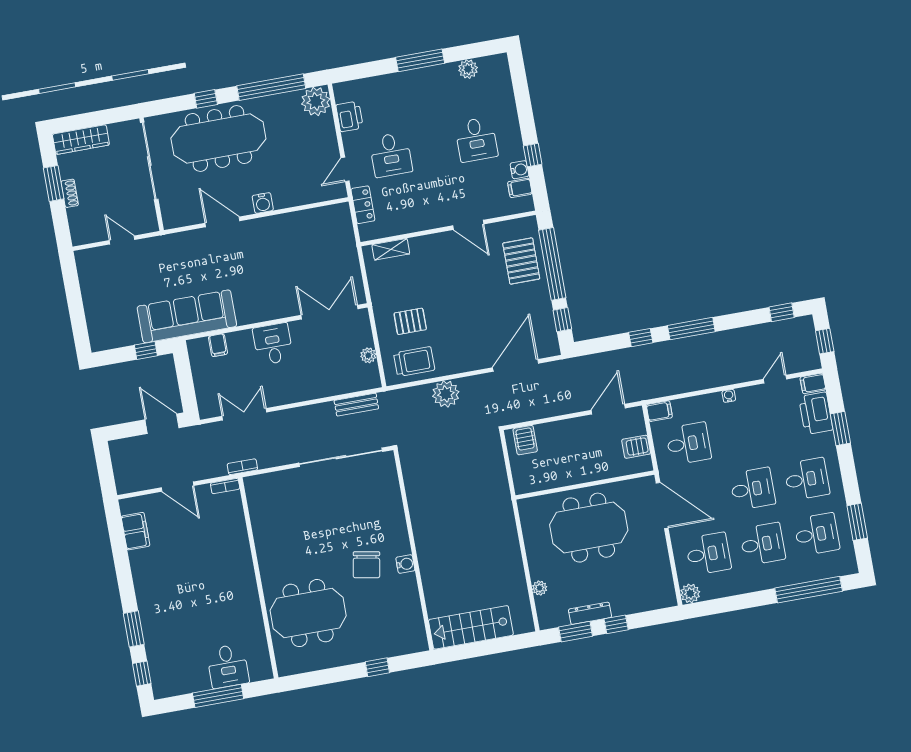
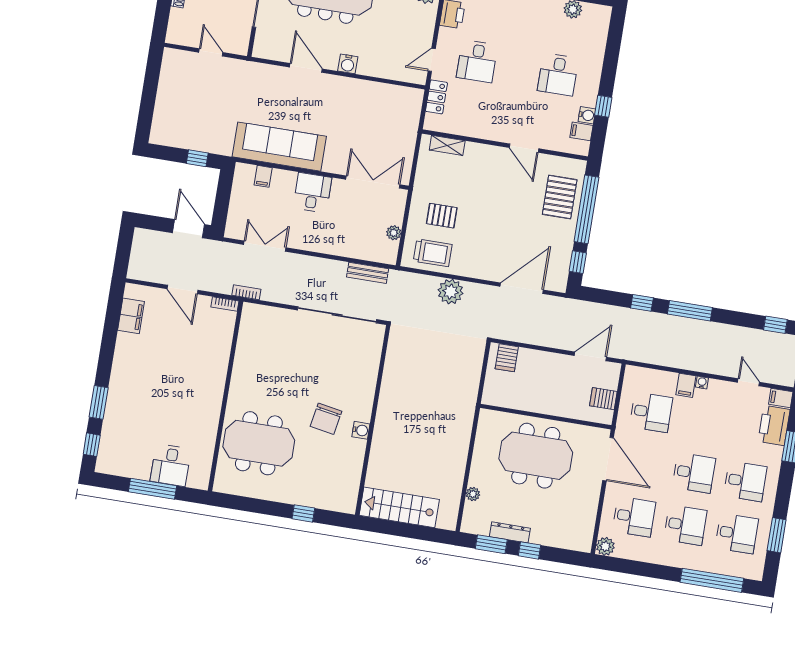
sofa: (187, 316) -> (279, 147), moved
door: (775, 379) -> (748, 382), hinge flipped
filing cabinet: (659, 411) -> (686, 385), moved, turned 90

